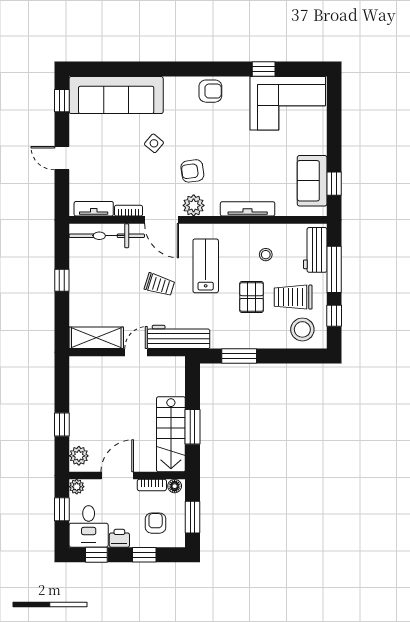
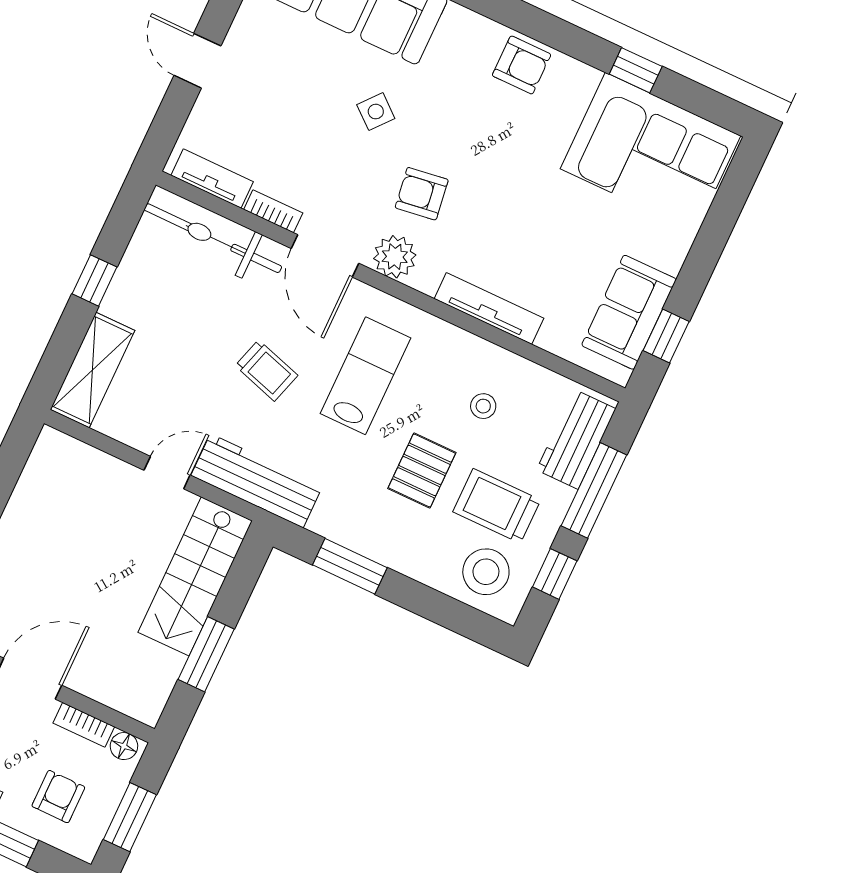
shelving: (96, 338) -> (92, 370), moved, turned 90
stairs: (171, 434) -> (195, 576), moved

